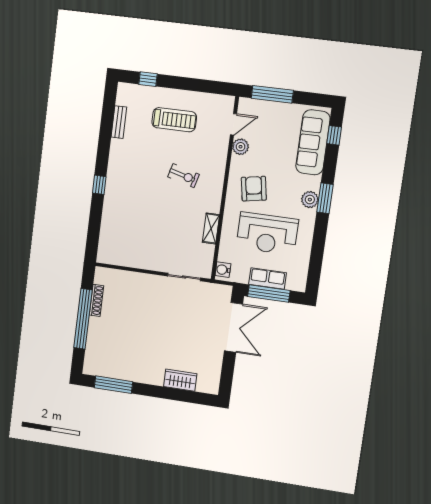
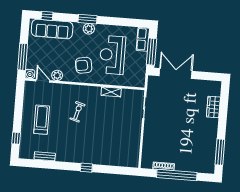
reception desk: (267, 234) -> (112, 55), turned 180
water cooler: (223, 270) -> (30, 74), moved
row of seats: (268, 279) -> (143, 39), moved

